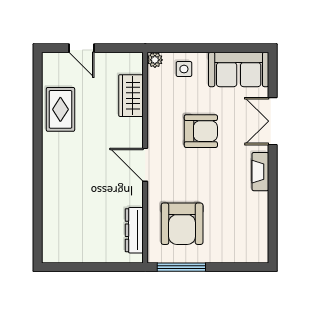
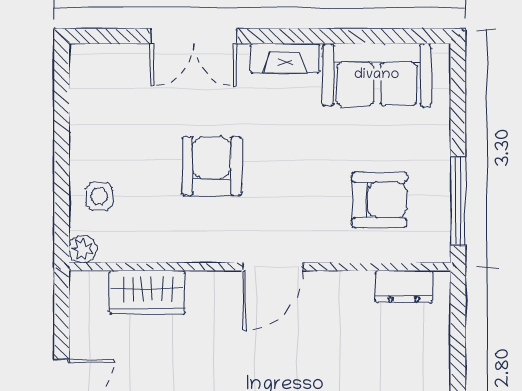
sofa: (239, 69) -> (377, 75), moved, turned 90
armchair: (182, 224) -> (379, 200), width x0.73, depth x0.73
dresser: (134, 230) -> (404, 286), width x0.70

